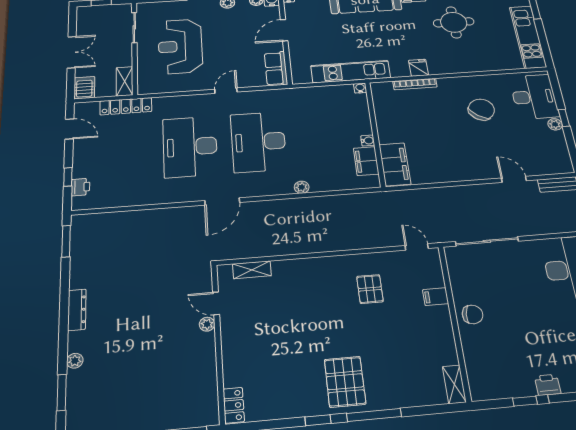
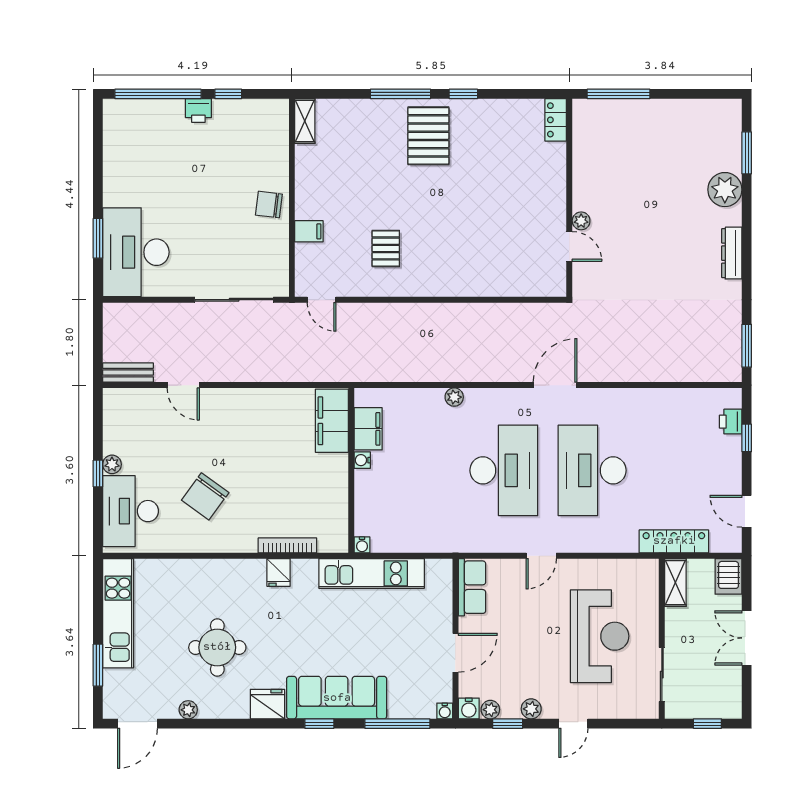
desk: (190, 147) -> (592, 470), turned 180
shelving: (252, 270) -> (524, 287), removed
plant: (75, 361) -> (725, 190), width x1.88, depth x1.88

